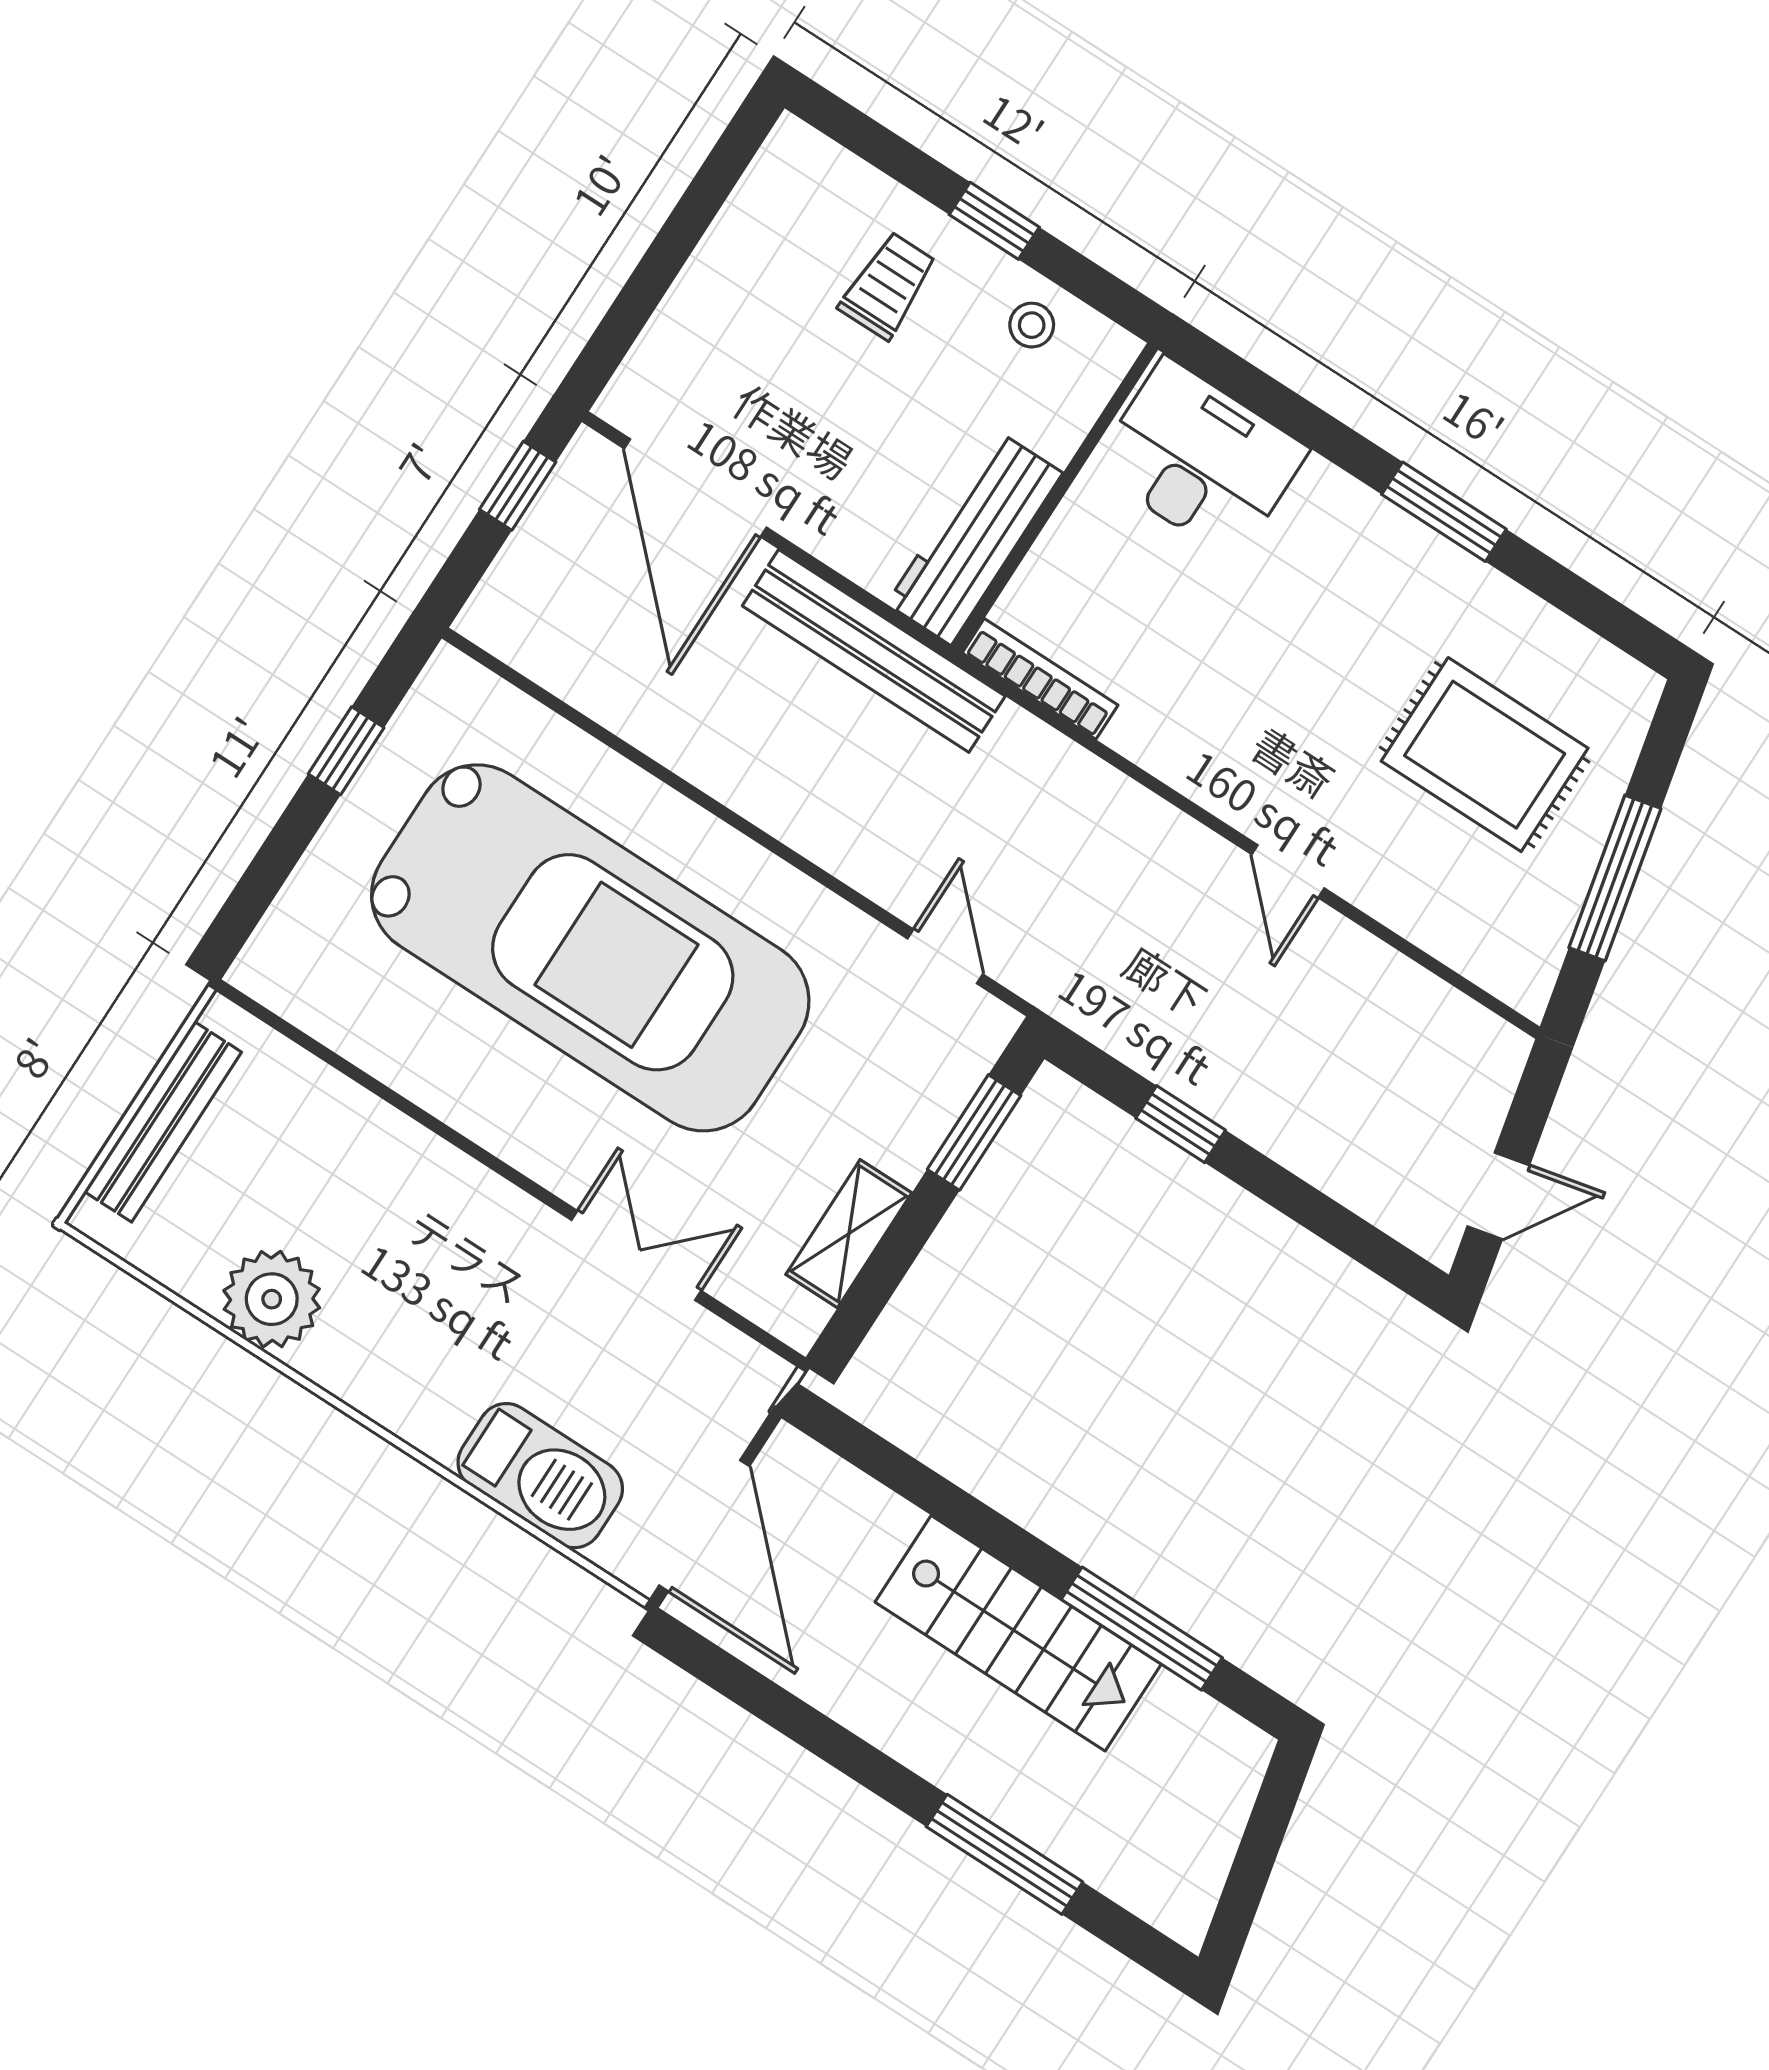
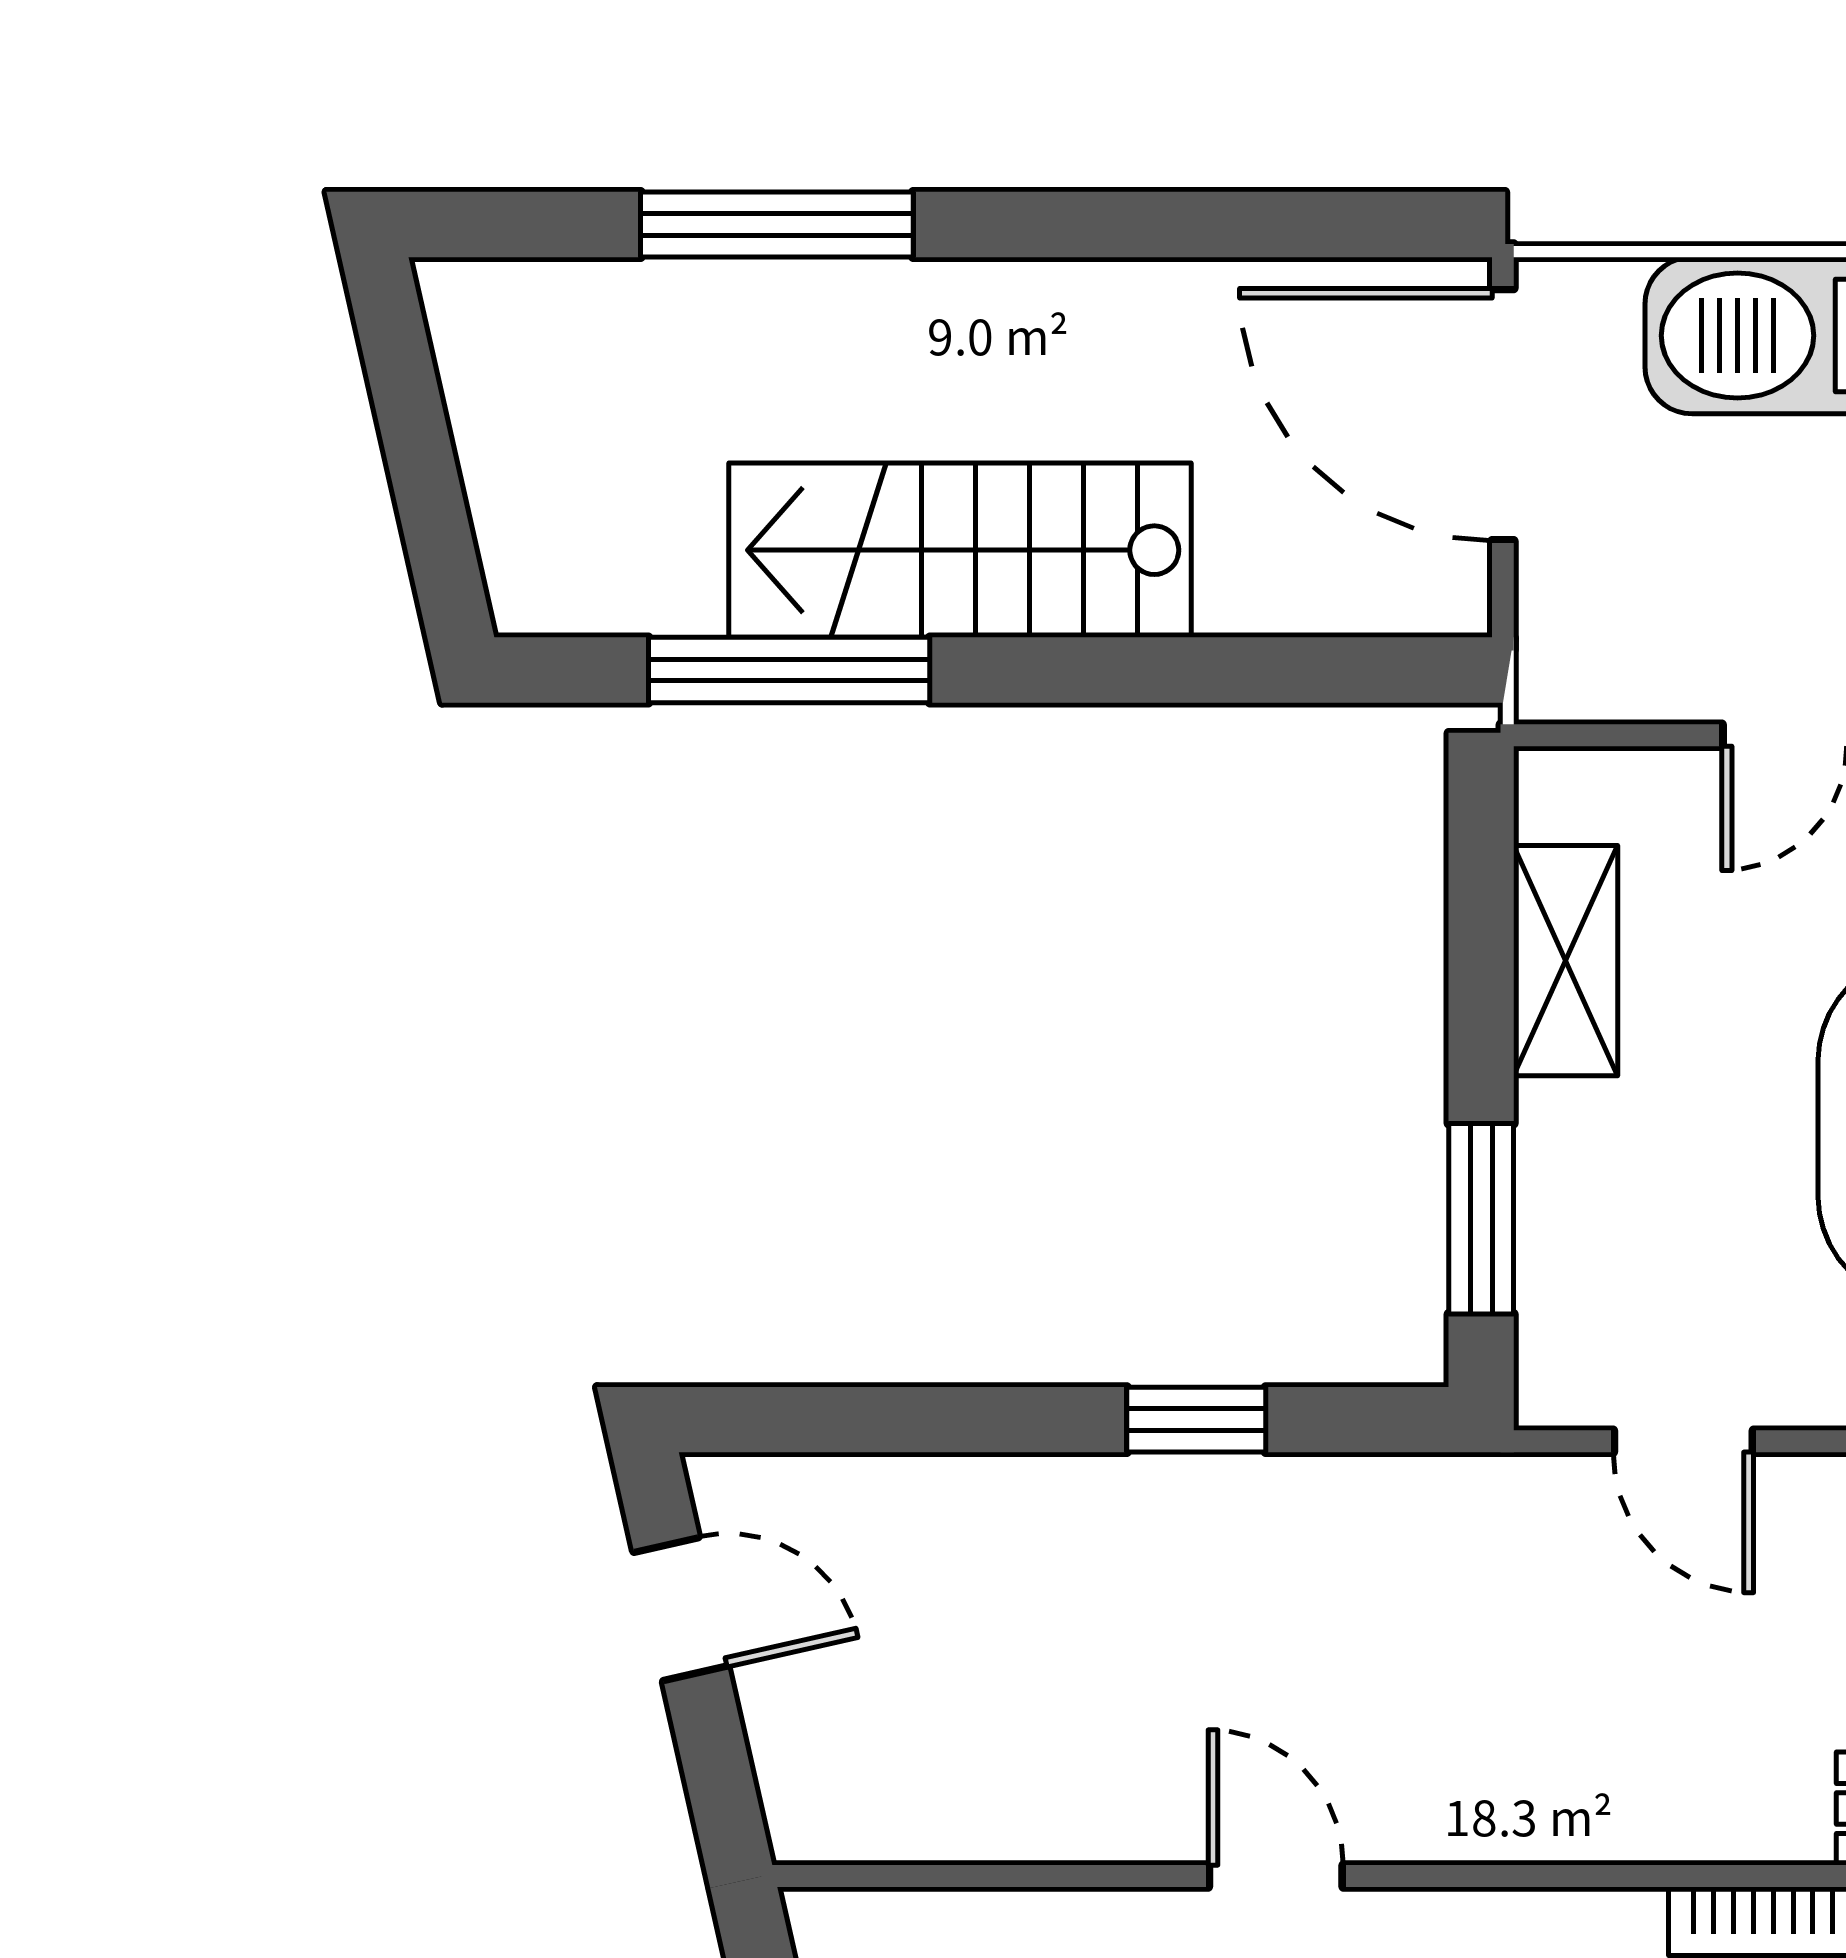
door: (1498, 1196) -> (681, 1609), swing flipped

